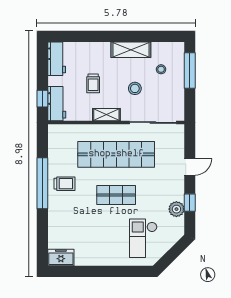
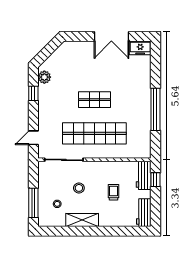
shelving: (106, 115) -> (103, 166), removed
door: (190, 167) -> (33, 138), moved
trolley: (64, 184) -> (137, 109), removed
plant: (176, 209) -> (44, 77), moved
checkout: (143, 238) -> (72, 64), removed
double door: (96, 271) -> (111, 36), added

